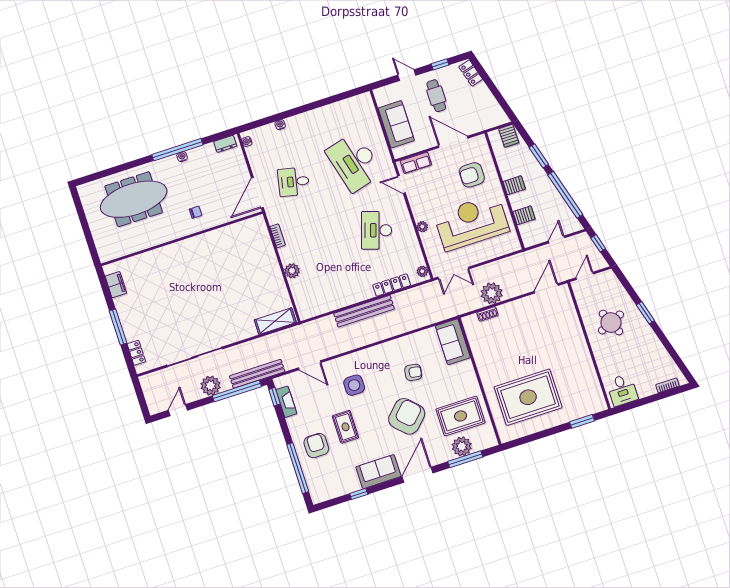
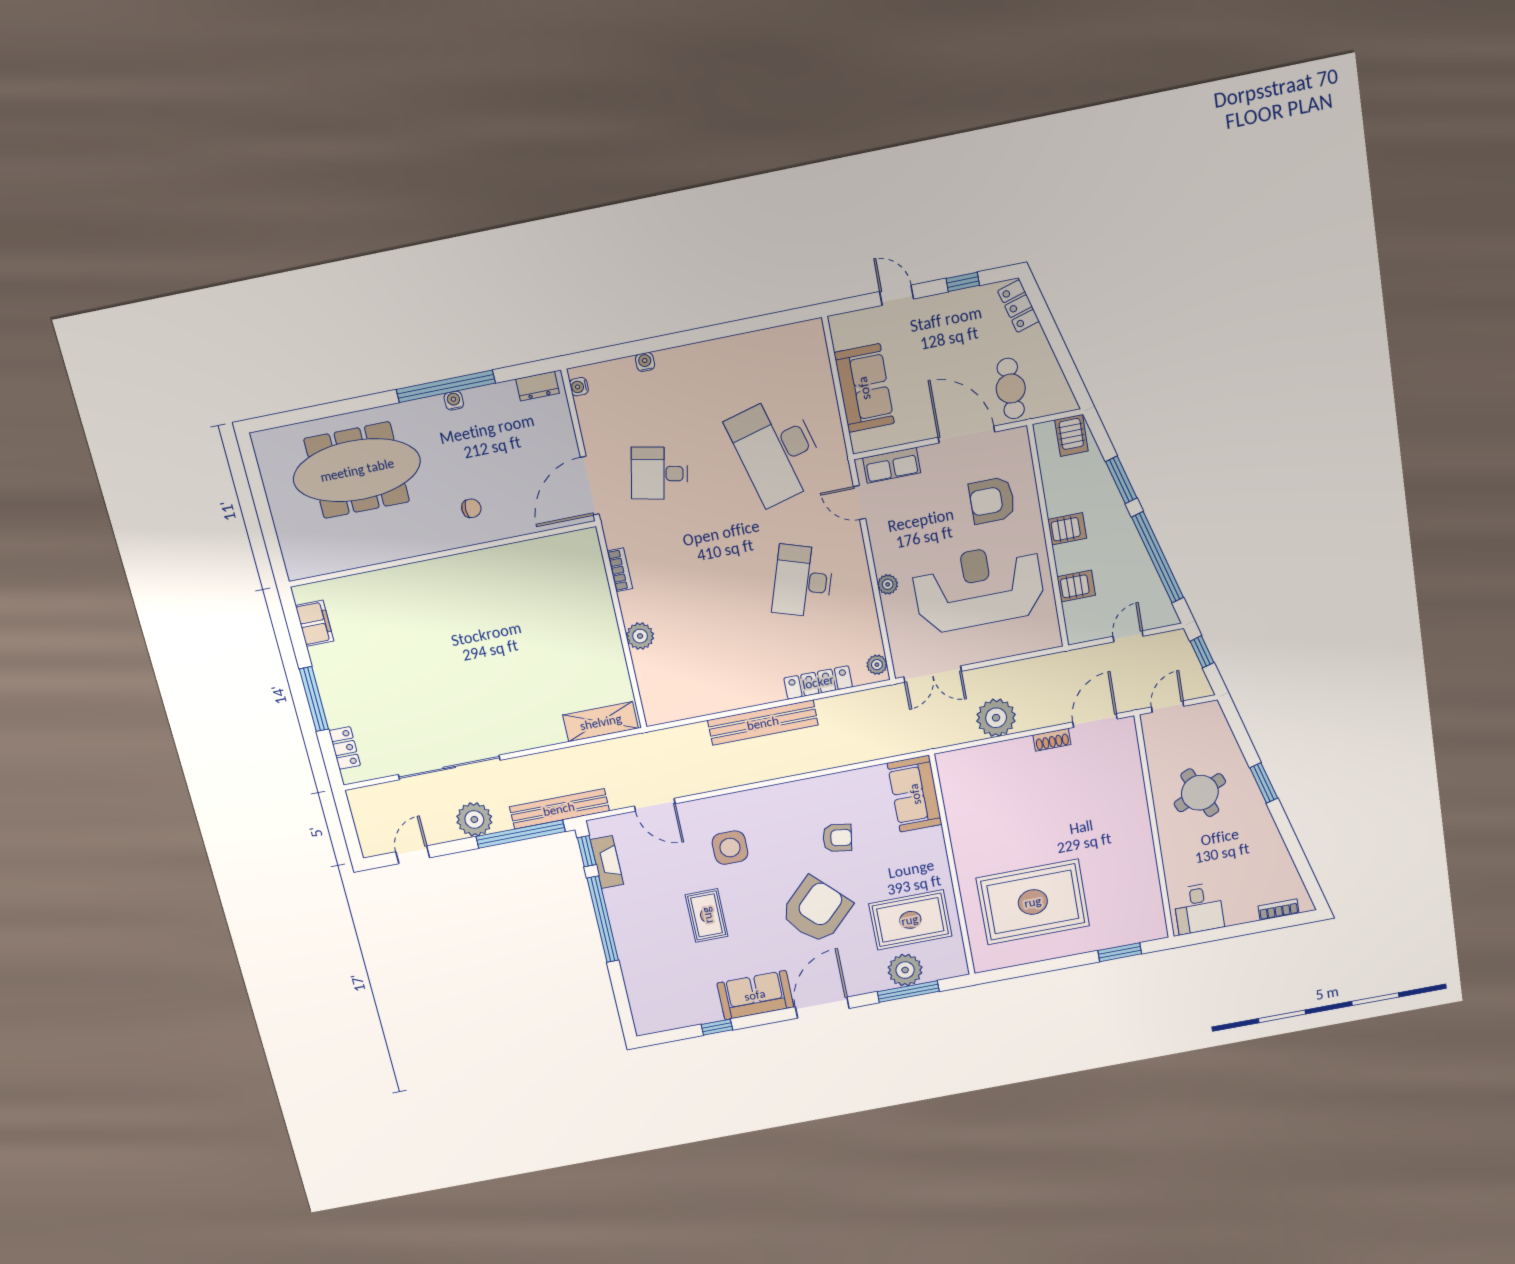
cafe table: (436, 96) -> (1011, 389), moved
shoe rack: (487, 314) -> (1052, 740), moved
armchair: (316, 446) -> (652, 941), removed
window: (298, 468) -> (603, 919), moved

